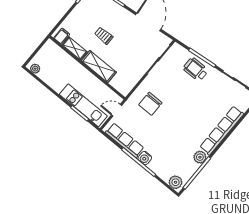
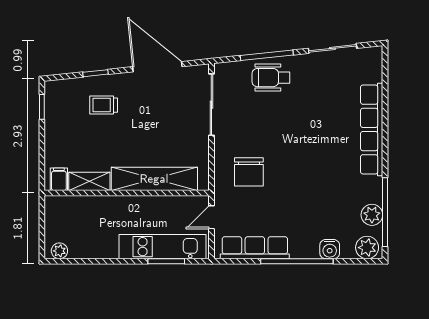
trolley: (104, 36) -> (104, 105), moved
shelving: (99, 67) -> (154, 179), width x1.47
plant: (200, 157) -> (372, 215), moved
water cooler: (145, 158) -> (330, 249), moved

